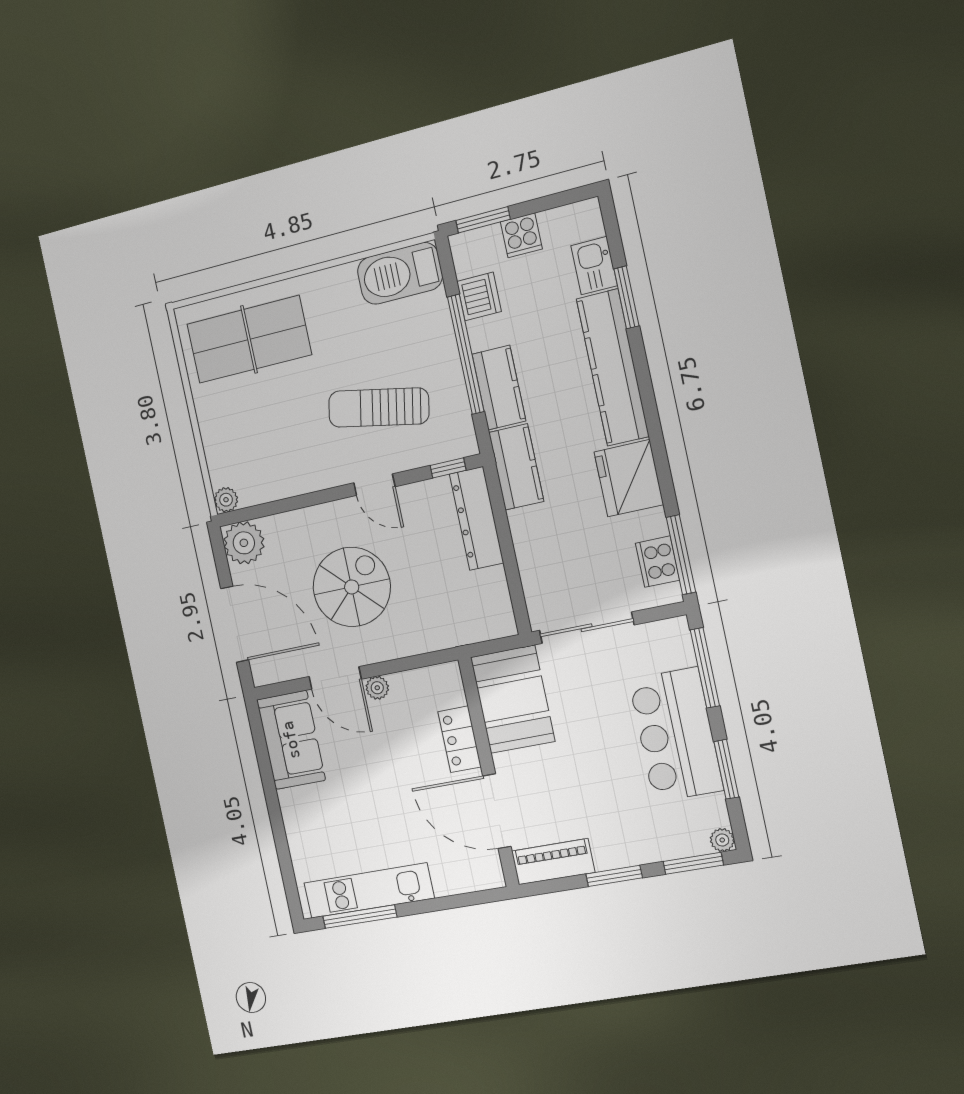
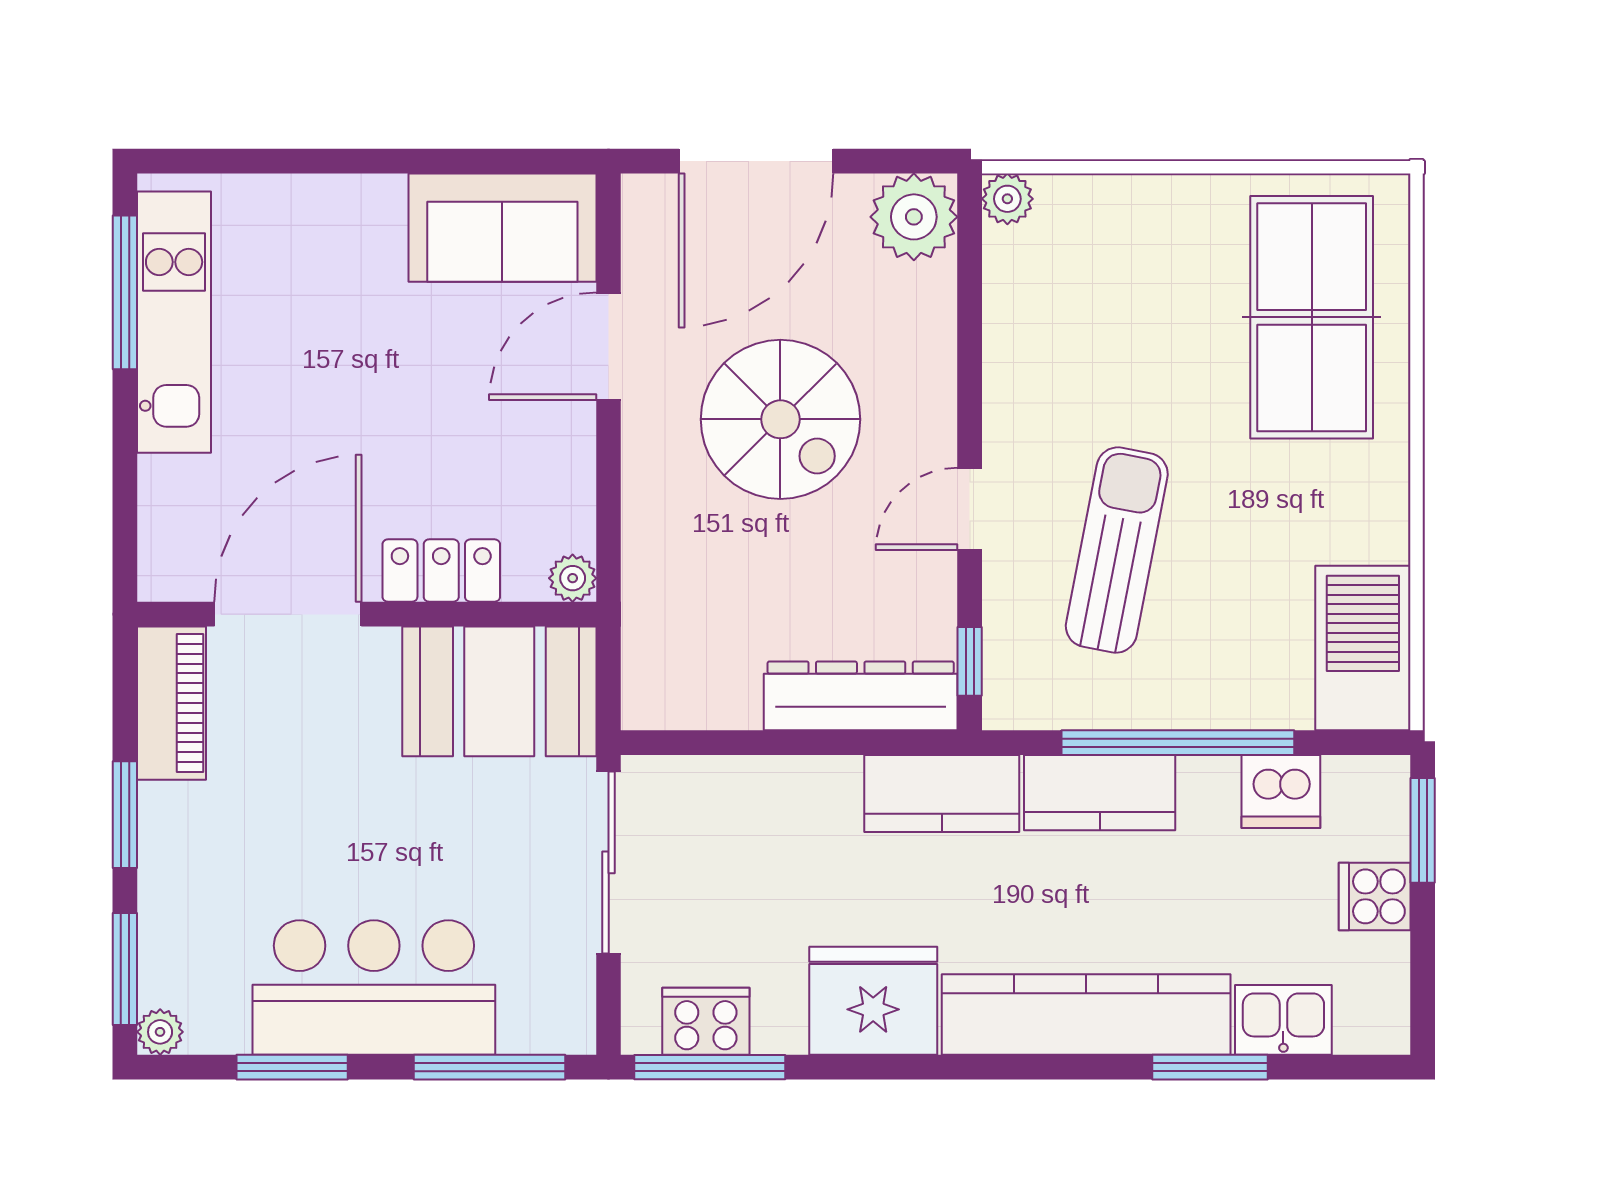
plant: (377, 688) -> (573, 578), moved

